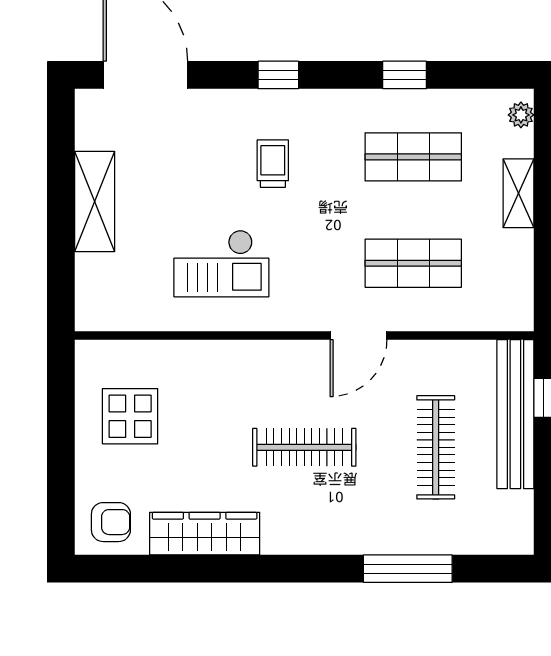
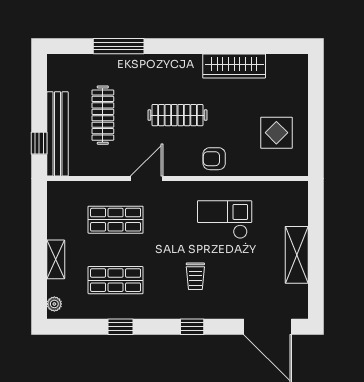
armchair: (111, 522) -> (214, 159), moved

